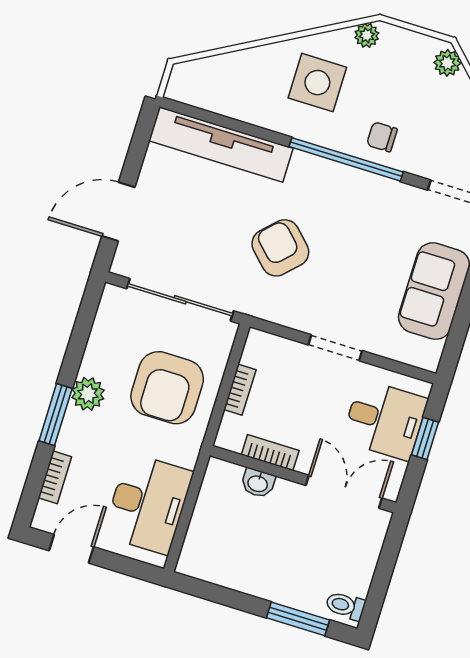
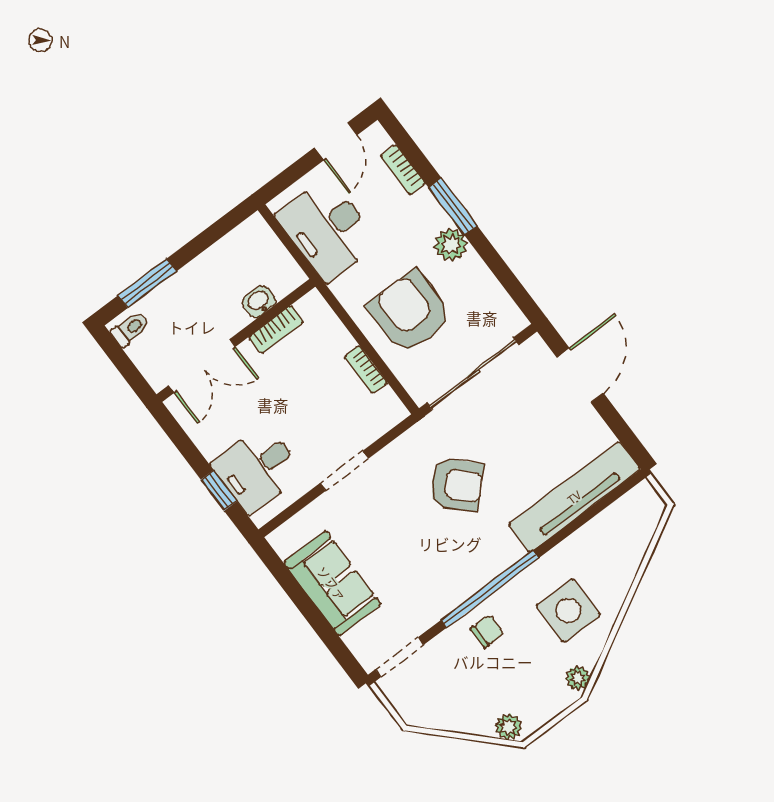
bookcase: (270, 453) -> (276, 329), moved
wall: (303, 479) -> (236, 340), moved
washbasin: (258, 483) -> (259, 302), moved
double door: (344, 492) -> (202, 366), moved

